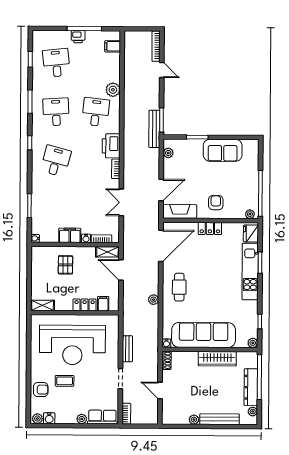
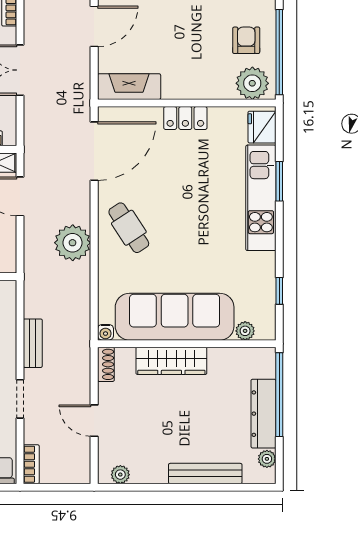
door: (161, 190) -> (94, 26), moved
armchair: (216, 203) -> (246, 40), moved
plant: (250, 214) -> (252, 83), width x1.88, depth x1.88
cafe table: (179, 287) -> (129, 228), turned -33
plant: (153, 300) -> (73, 243), width x1.88, depth x1.88
plant: (253, 343) -> (245, 331), moved
wardrobe: (217, 359) -> (171, 361), moved
plant: (194, 420) -> (120, 475), moved

